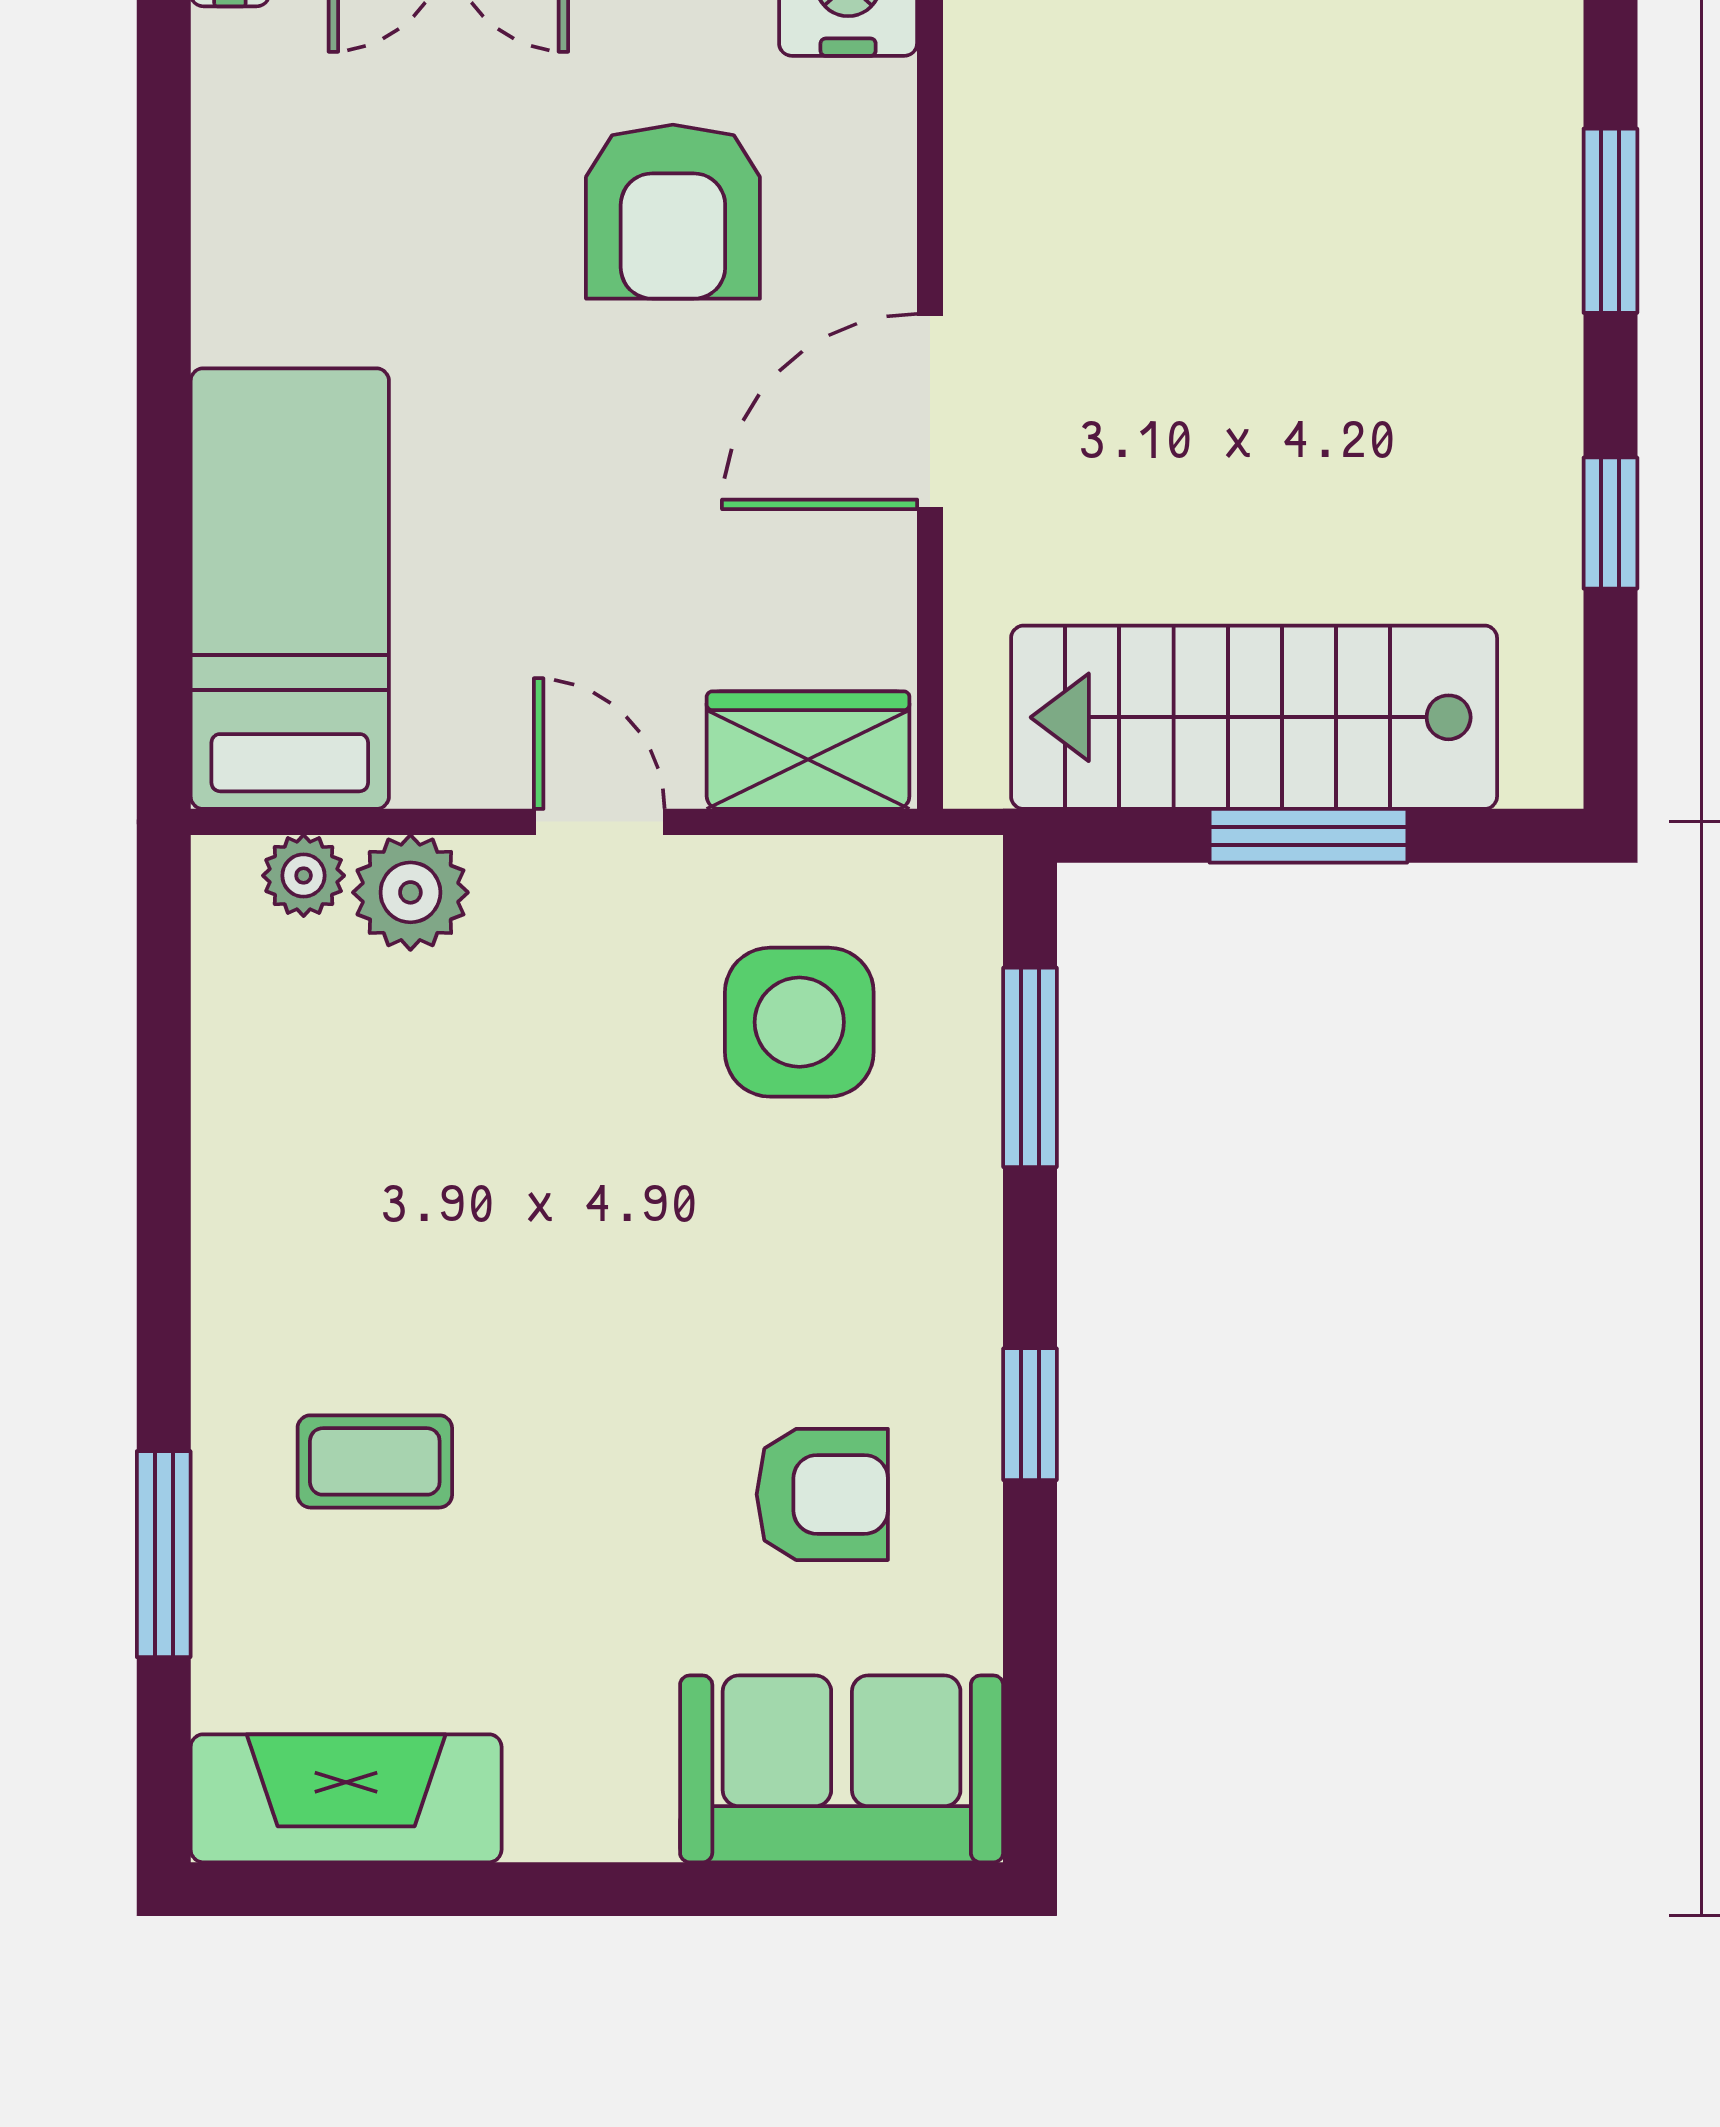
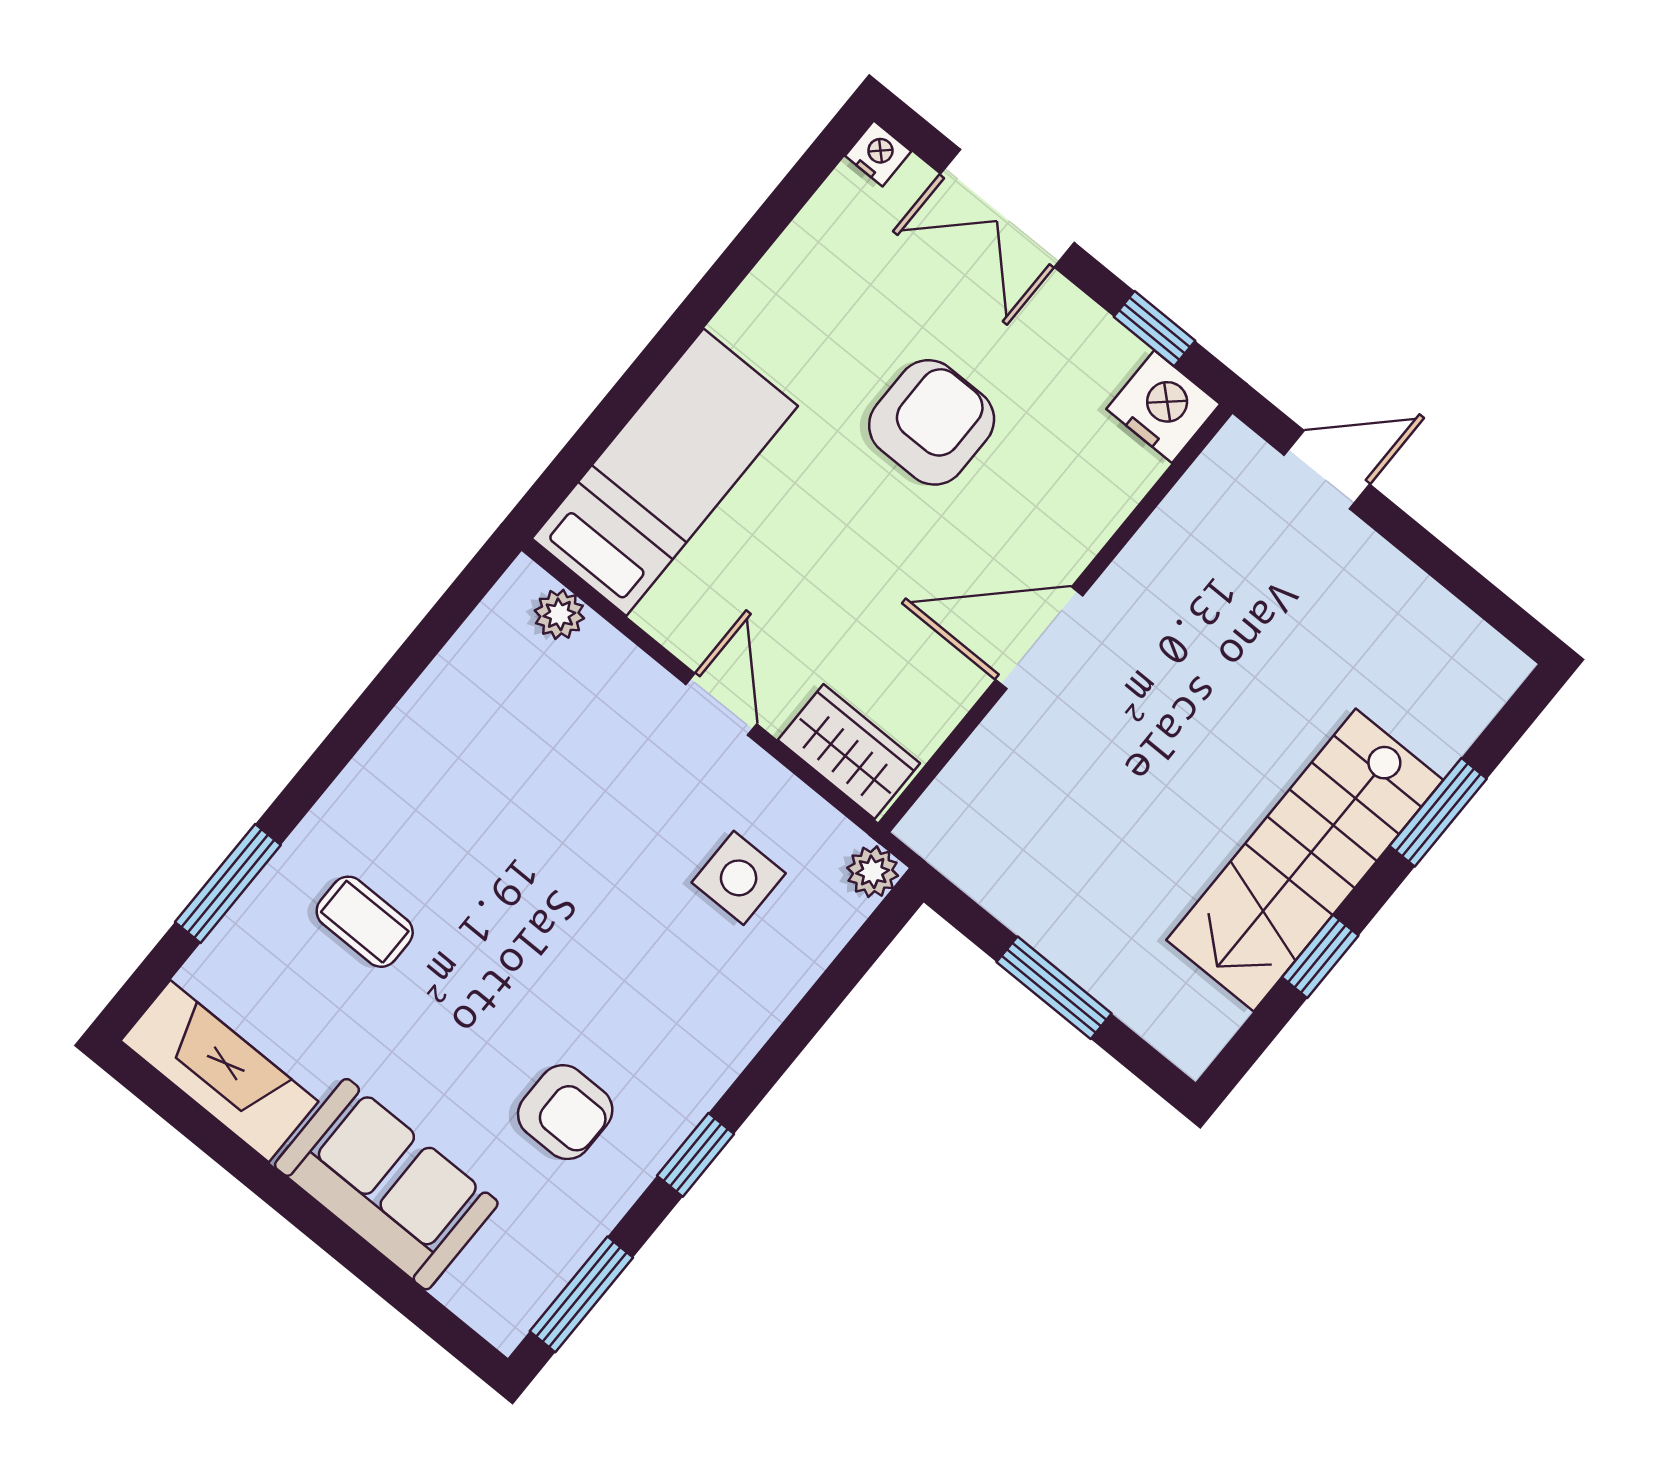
armchair: (673, 212) -> (932, 422), moved, turned 180
stairs: (1254, 717) -> (1305, 860), moved, turned -90
plant: (410, 892) -> (873, 872), moved, width x0.73, depth x0.73
side table: (799, 1022) -> (739, 878), width x0.73, depth x0.73
window: (1030, 1067) -> (581, 1294), moved
sofa: (842, 1769) -> (386, 1184), moved

